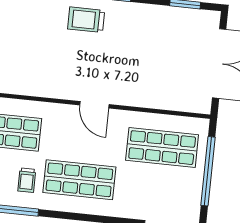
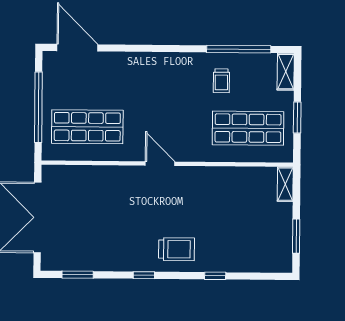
trolley: (27, 180) -> (221, 81), turned 180
shop shelf: (79, 180) -> (168, 86), removed

